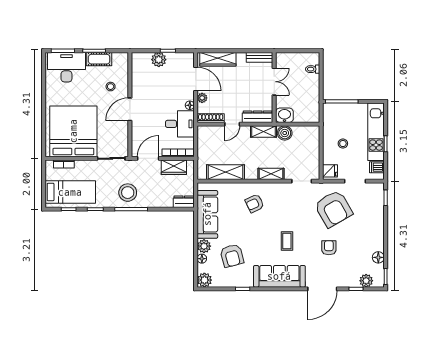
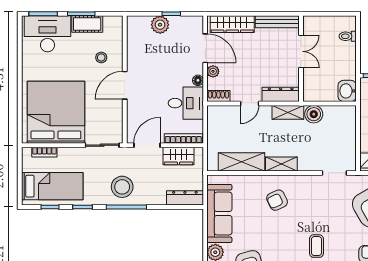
bench: (260, 57) -> (277, 22), width x1.36
washbasin: (284, 115) -> (347, 91), moved, turned -90
shoe rack: (211, 118) -> (218, 96), width x0.70
shelving: (271, 174) -> (281, 164), moved
dresser: (184, 202) -> (185, 198), width x1.44

